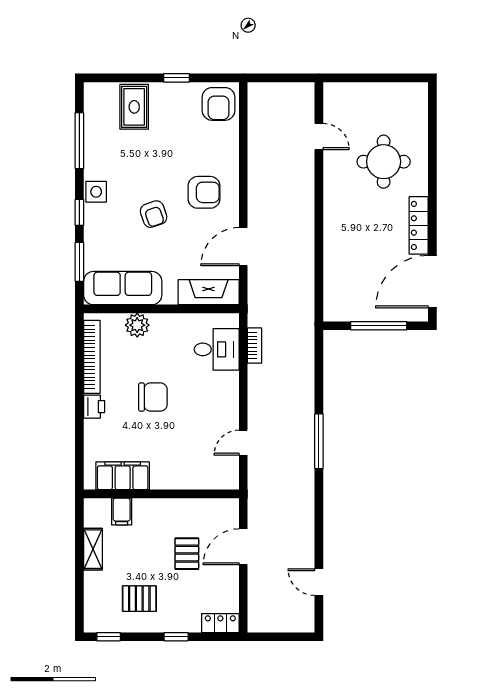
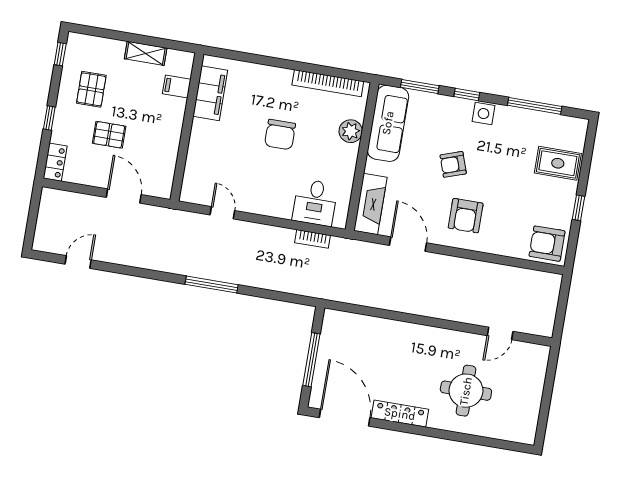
printer: (94, 407) -> (280, 77), removed
pallet: (187, 554) -> (109, 135), moved

